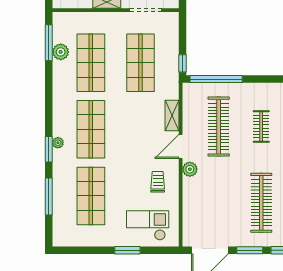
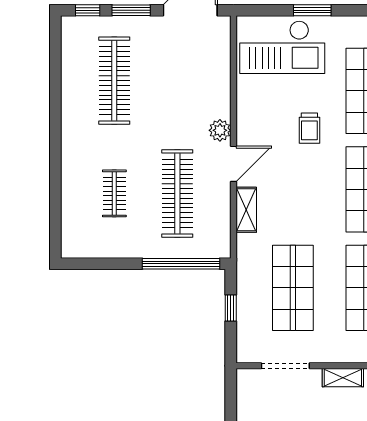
window: (183, 63) -> (231, 308), moved
trolley: (158, 182) -> (309, 128), moved
checkout: (148, 225) -> (282, 47), width x1.36, depth x1.21

